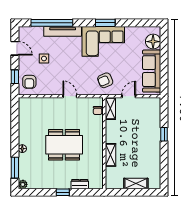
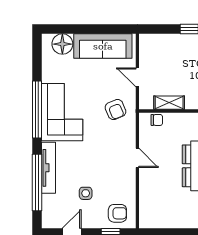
window: (105, 23) -> (37, 110), width x2.11
door: (70, 96) -> (137, 158), swing flipped
shelving: (110, 109) -> (169, 103), moved

